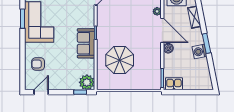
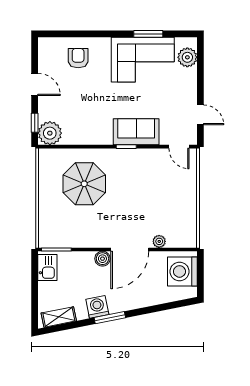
shelving: (194, 17) -> (59, 317), moved
sofa: (86, 43) -> (136, 132), moved
door: (41, 92) -> (35, 84), moved

